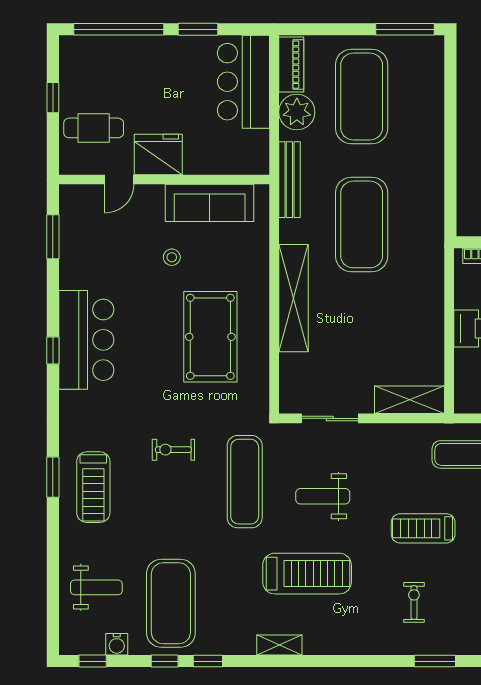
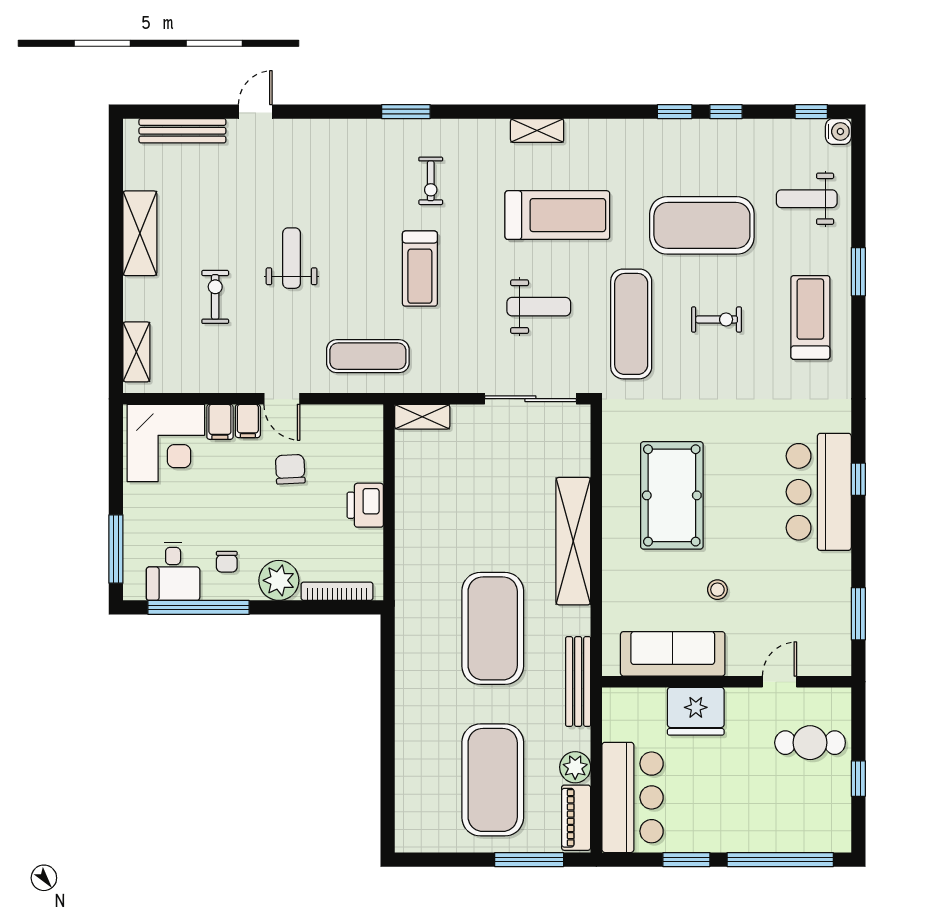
window: (405, 29) -> (529, 860), moved
plant: (297, 112) -> (575, 767), width x0.73, depth x0.73
fridge: (158, 155) -> (696, 711), moved
shelving: (410, 400) -> (422, 417), width x0.67, depth x0.75
sliding door: (330, 418) -> (530, 399), width x1.37
exercise bike: (173, 450) -> (717, 319), moved
window: (53, 477) -> (858, 272), moved
treadmill: (423, 528) -> (420, 269), turned 90
treadmill: (307, 574) -> (557, 215), turned 180
exercise mat: (171, 603) -> (702, 225), moved, turned 90
water cooler: (117, 644) -> (838, 131), moved, turned 90
shelving: (279, 645) -> (537, 131), moved

